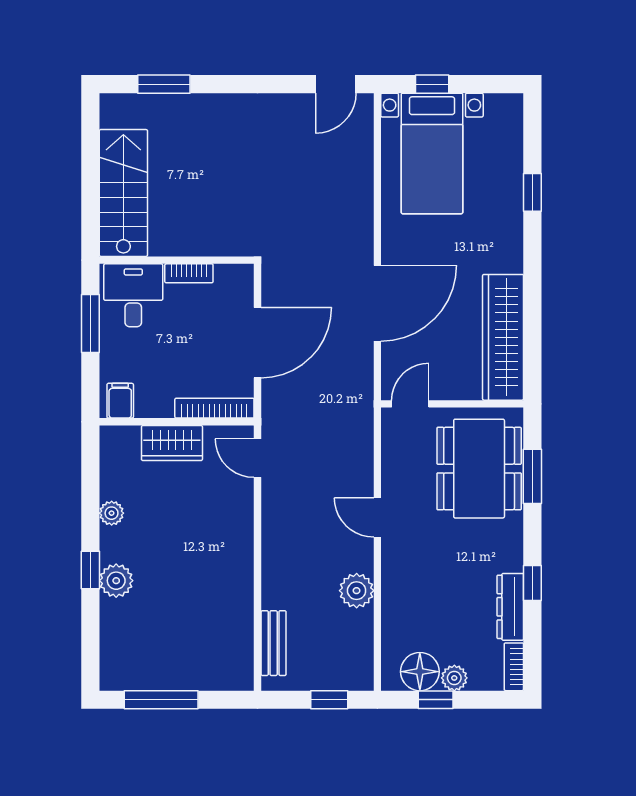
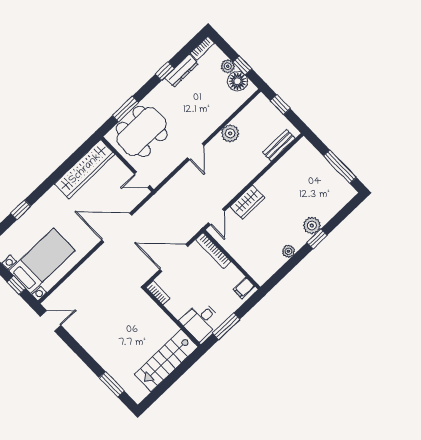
bookcase: (189, 273) -> (158, 293), moved
wardrobe: (172, 443) -> (247, 202), moved, turned 90

